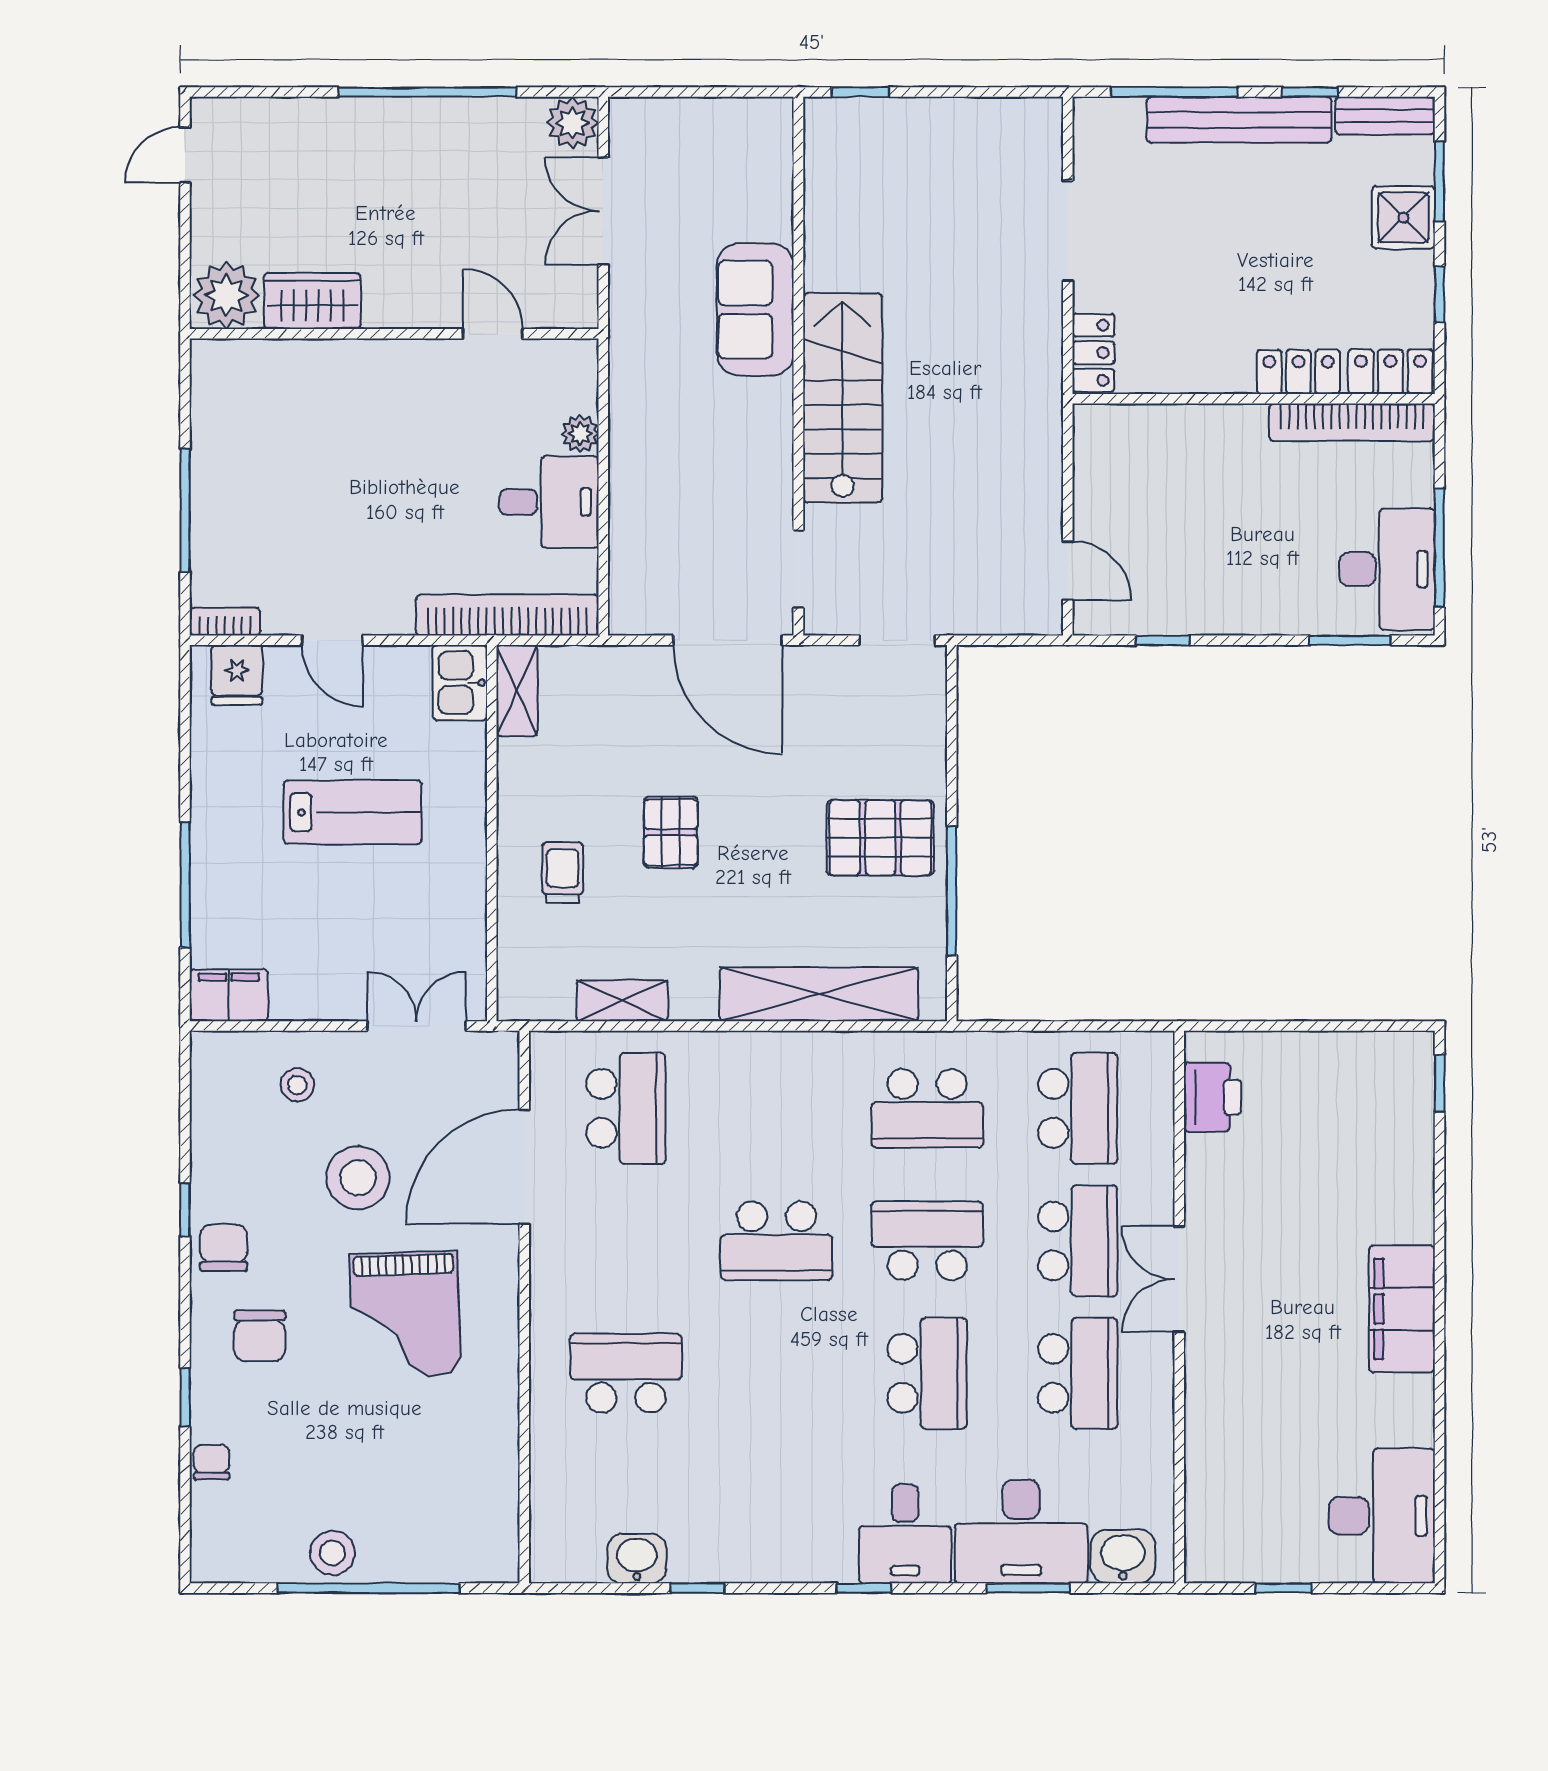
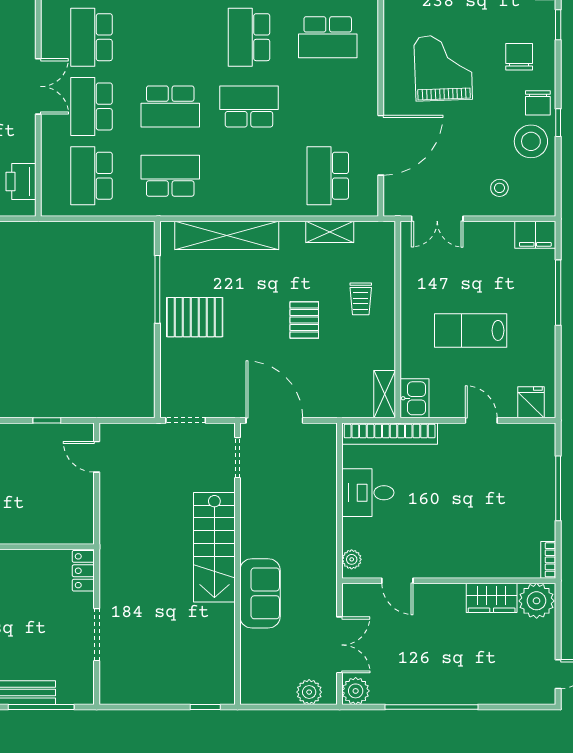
plant: (661, 121) -> (309, 692), added
plant: (580, 434) -> (352, 559), moved
bookcase: (225, 622) -> (548, 560), moved, turned 90
stool: (358, 1178) -> (531, 141), moved
school desk: (927, 1373) -> (249, 37), moved

